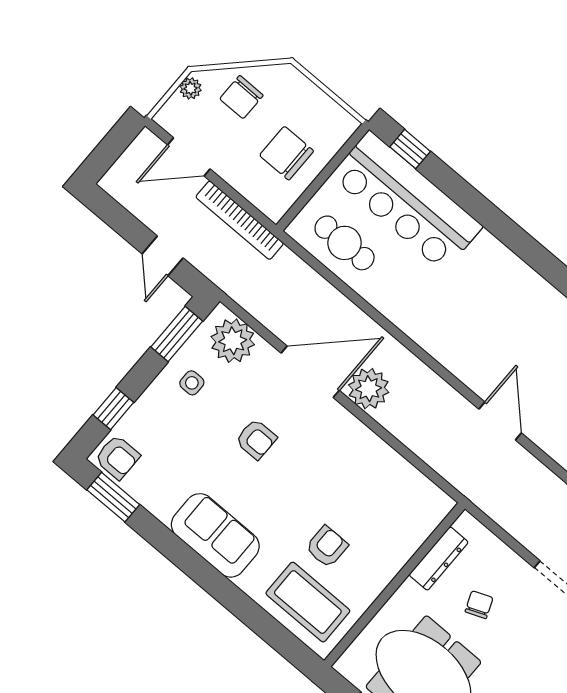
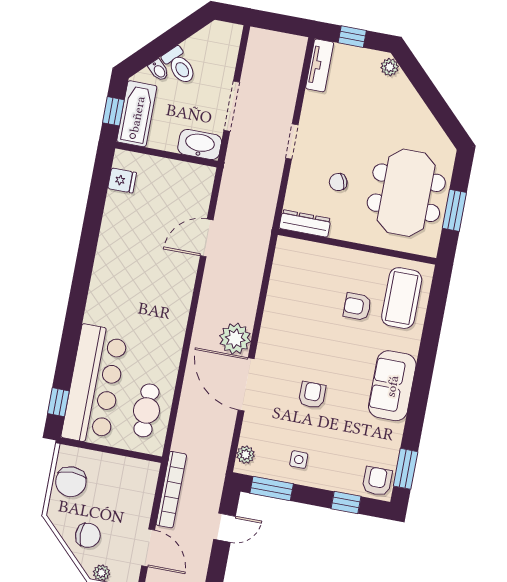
chair: (287, 153) -> (71, 482), moved
plant: (233, 341) -> (245, 455), width x0.53, depth x0.53
dresser: (439, 559) -> (305, 223), moved

